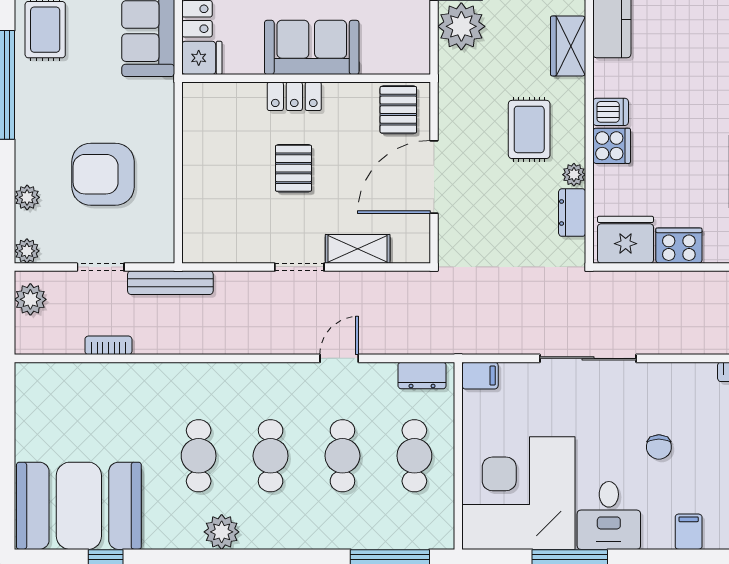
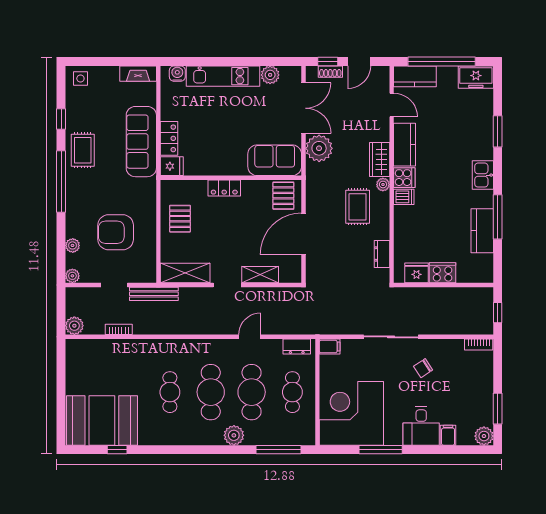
sofa: (312, 47) -> (275, 160), moved
cooker: (612, 146) -> (404, 178), moved
pallet: (293, 168) -> (180, 219), moved
plant: (574, 175) -> (383, 184), moved
fridge: (626, 240) -> (416, 273), width x0.73, depth x0.75
shelving: (225, 246) -> (185, 273), added
plant: (30, 299) -> (74, 326), moved
chair: (659, 447) -> (423, 368), moved, turned 57
cafe table: (271, 456) -> (211, 392), width x1.37, depth x1.35
cafe table: (342, 456) -> (252, 392), width x1.37, depth x1.35
desk: (609, 515) -> (421, 426), moved
plant: (222, 532) -> (234, 435), moved

